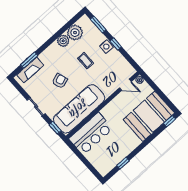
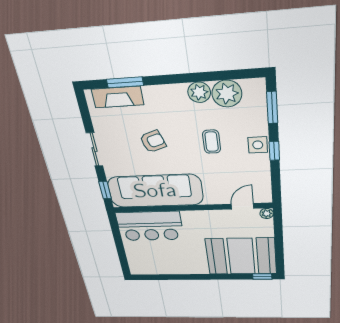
door: (125, 85) -> (242, 206), swing flipped
window: (123, 163) -> (167, 277), removed

